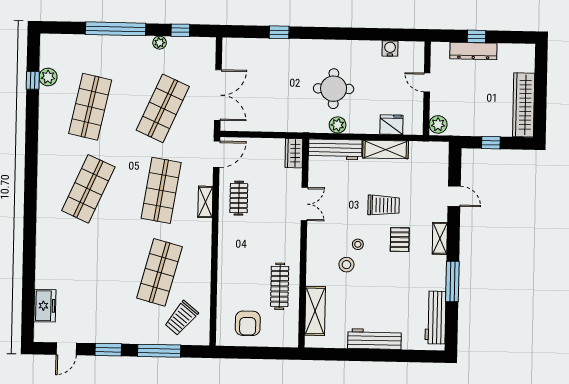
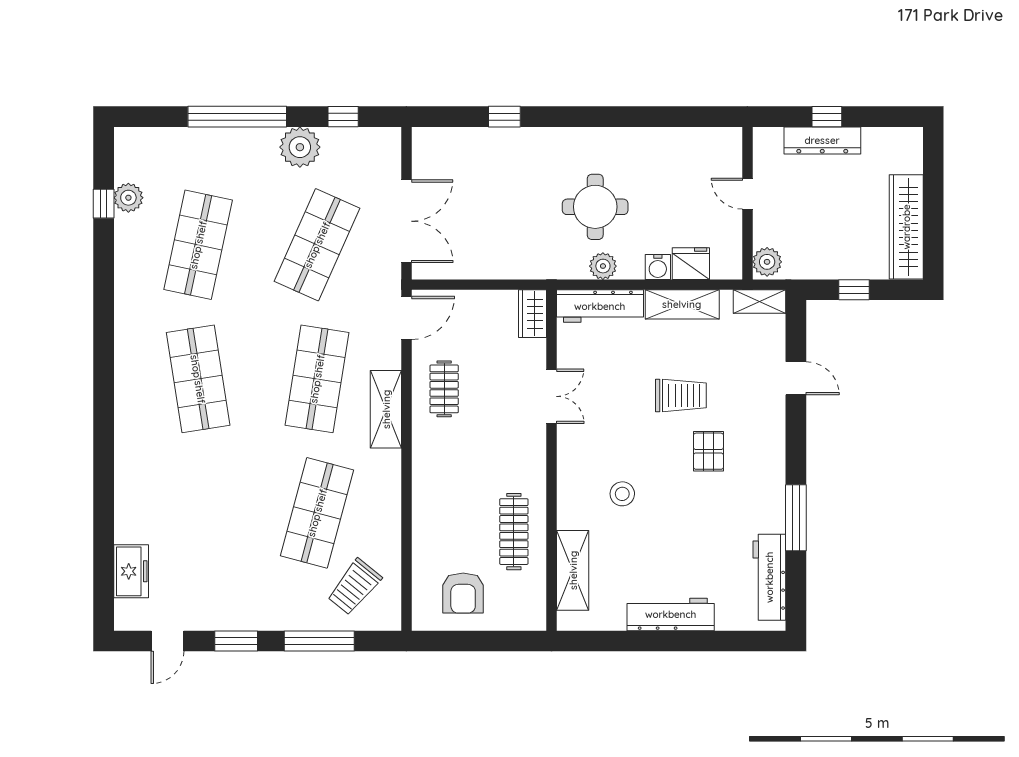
plant: (160, 43) -> (300, 147), width x1.87, depth x1.87
water cooler: (390, 49) -> (658, 267), moved, turned 180
shop shelf: (88, 189) -> (198, 379), turned -33
shelving: (205, 202) -> (386, 409), width x1.50, depth x1.33
shelving: (440, 238) -> (760, 301), moved, turned 90
stool: (358, 244) -> (640, 460), removed

